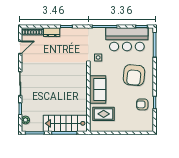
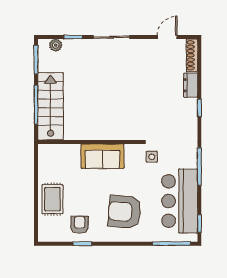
door: (20, 47) -> (167, 37), swing flipped
rug: (104, 114) -> (52, 199), moved

